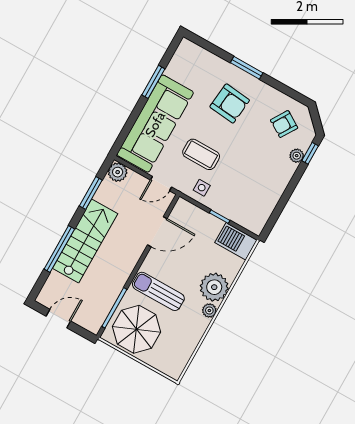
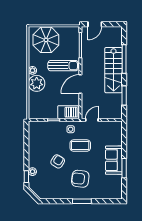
sofa: (155, 124) -> (114, 160), width x0.54, depth x0.79
armchair: (284, 124) -> (58, 161), moved
plant: (118, 172) -> (117, 113), removed
door: (157, 232) -> (80, 84), moved
barbecue: (236, 241) -> (68, 112), moved
door: (58, 319) -> (95, 24), moved
parasol: (136, 329) -> (46, 40), moved

